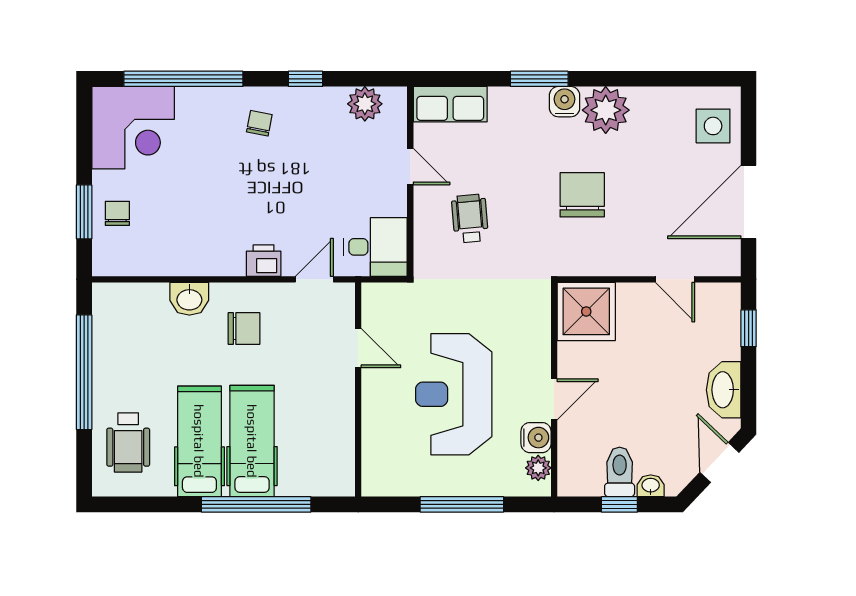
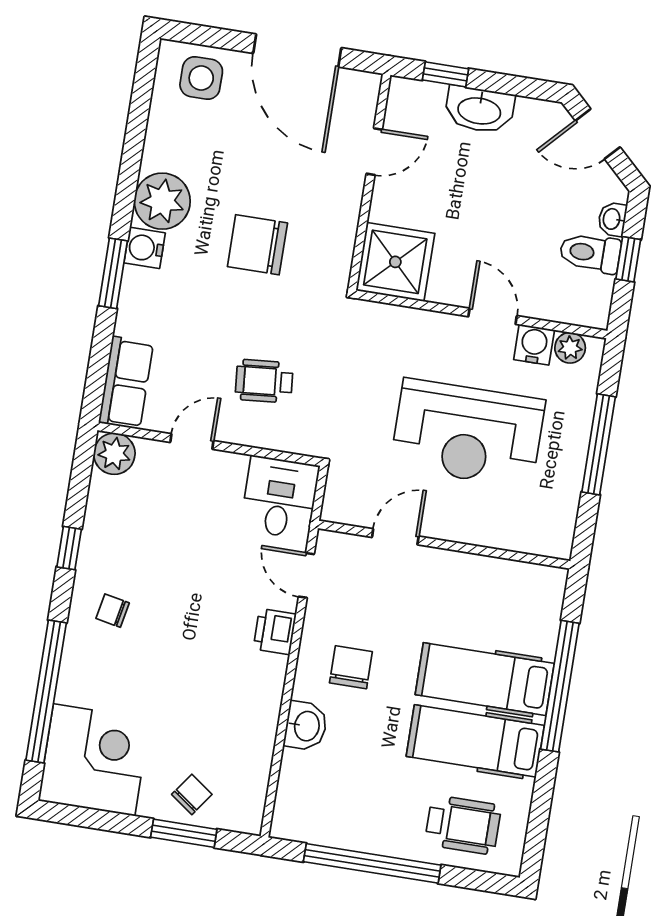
plant: (365, 104) -> (114, 454), moved
chair: (117, 213) -> (192, 794), turned 126
washbasin: (724, 390) -> (479, 110), moved

